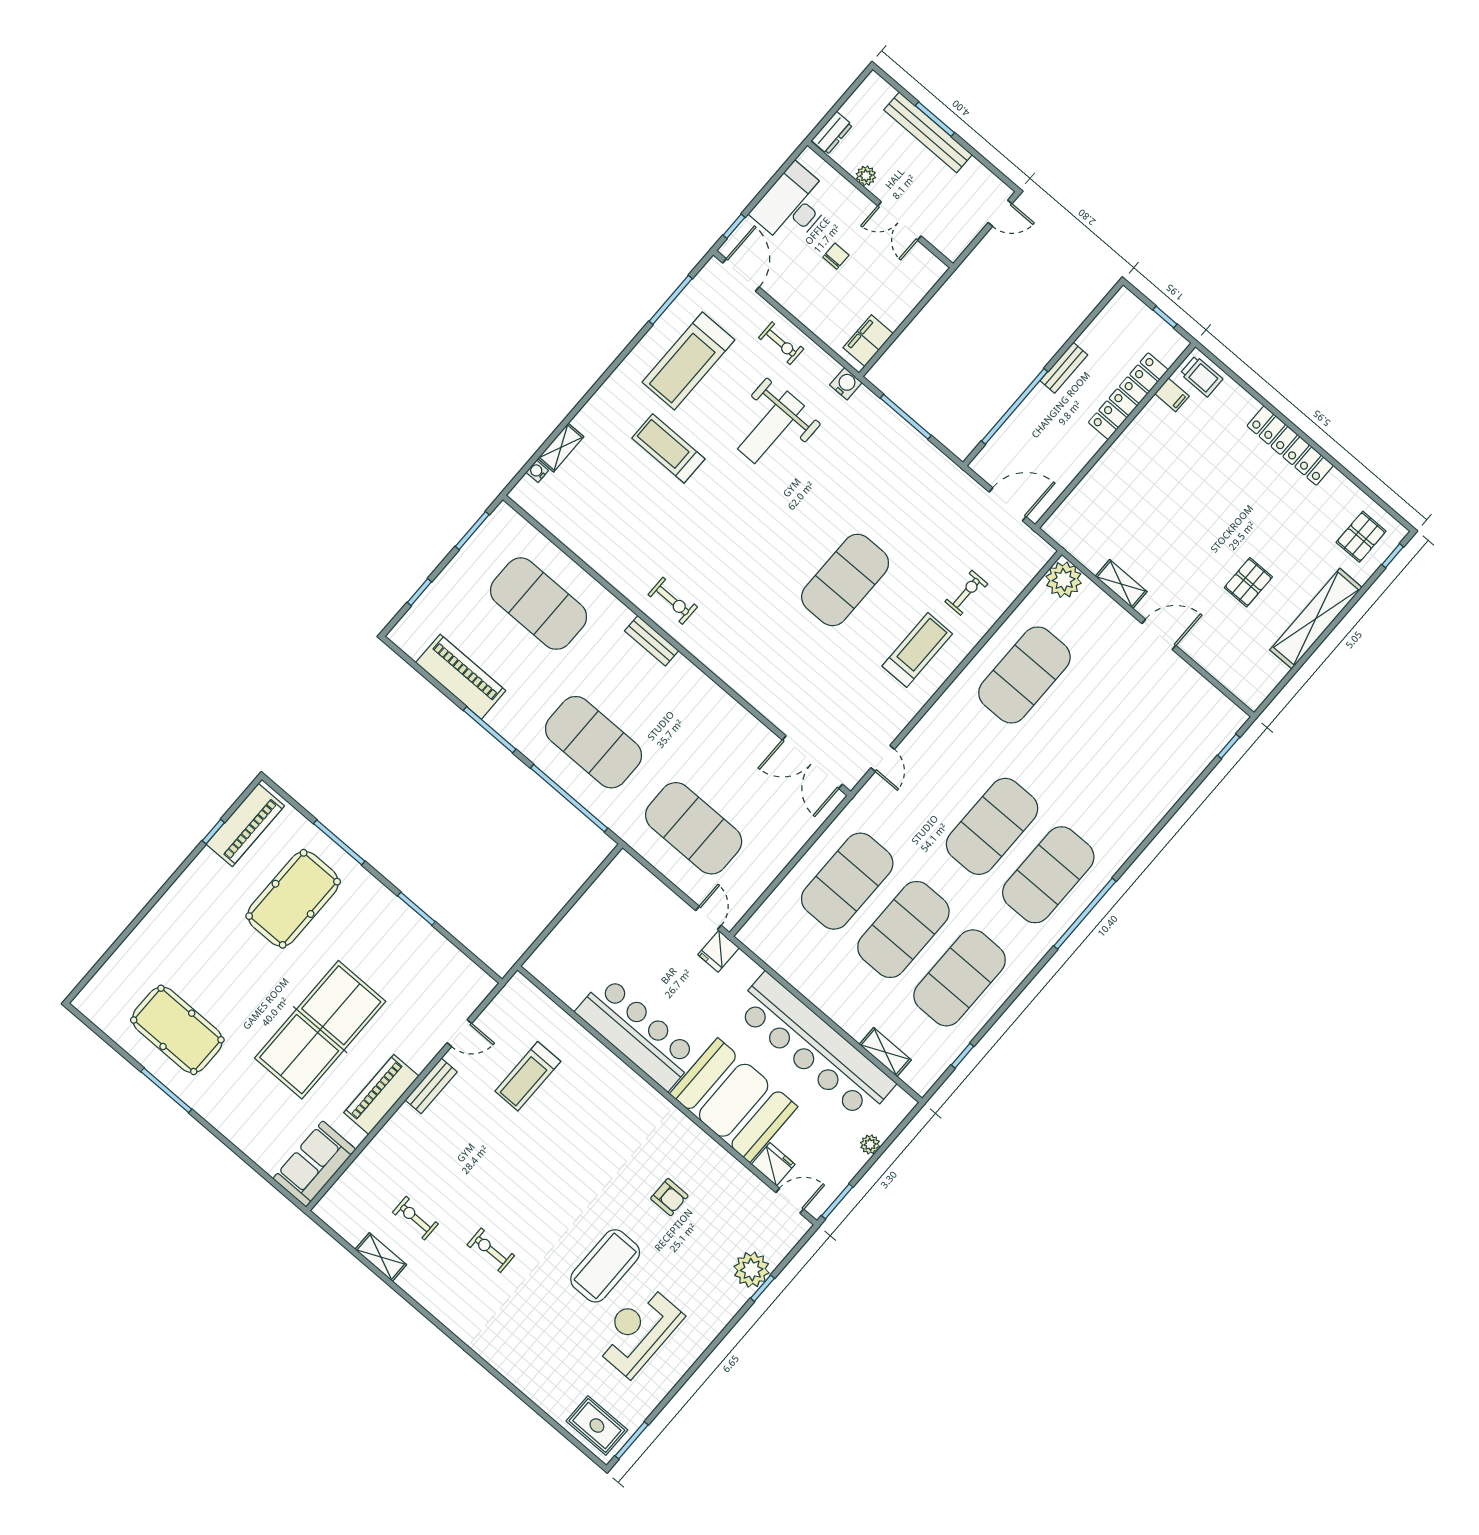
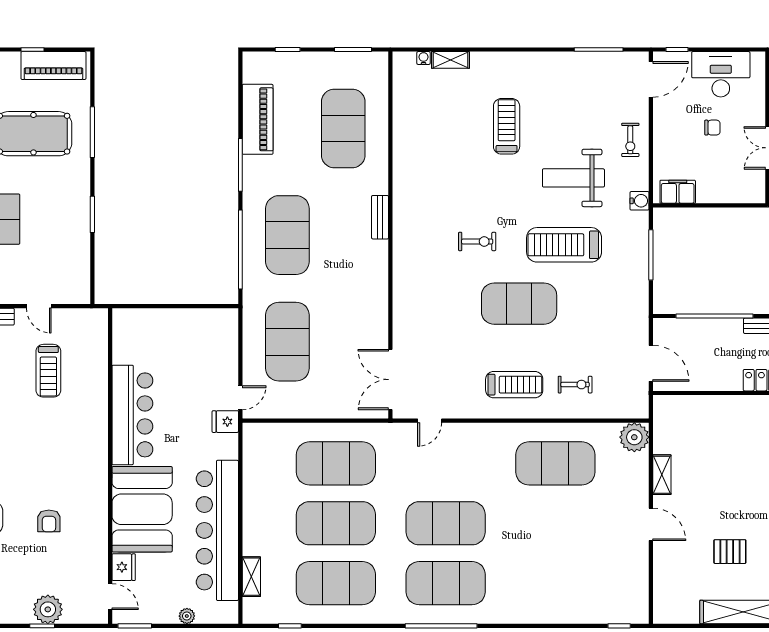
treadmill: (688, 361) -> (564, 245), moved
exercise bike: (673, 601) -> (477, 241), moved, turned -90
treadmill: (528, 1076) -> (48, 371), turned -90

